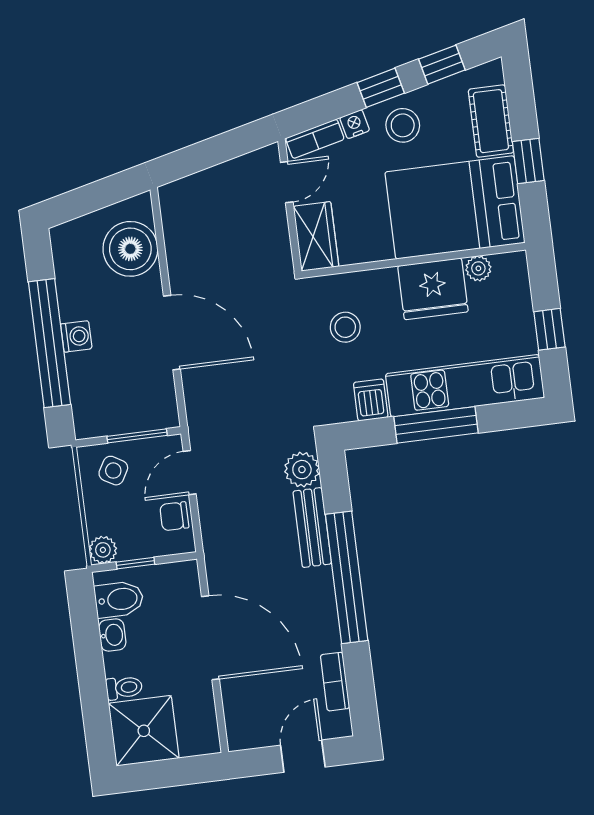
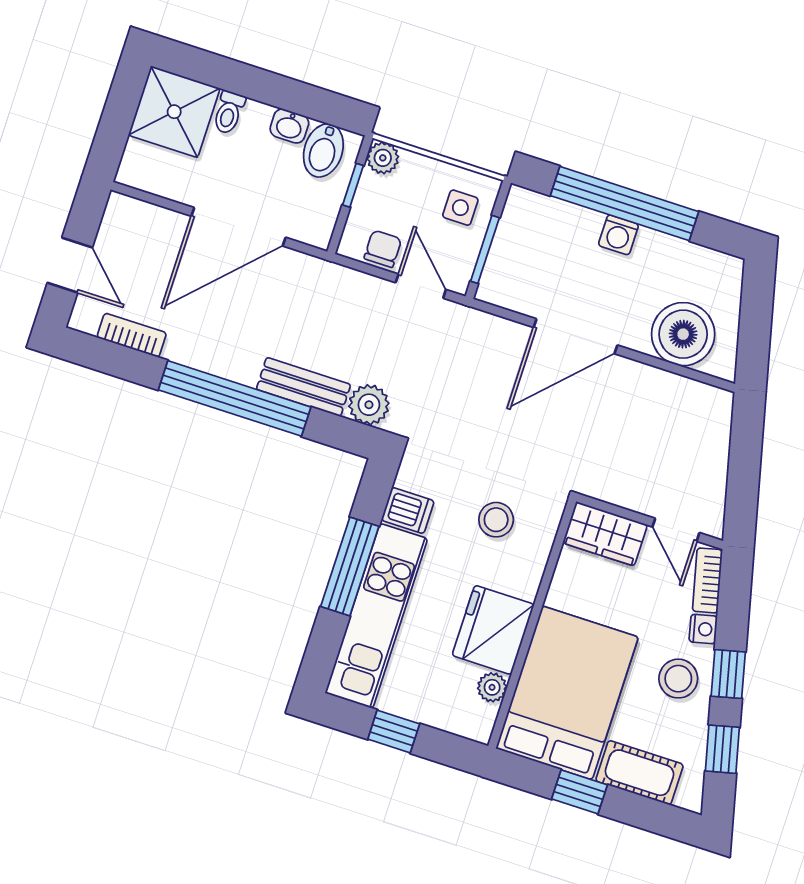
side table: (113, 471) -> (460, 208), turned -30

